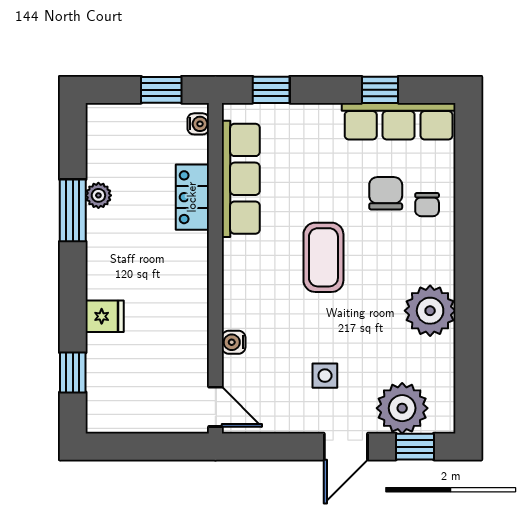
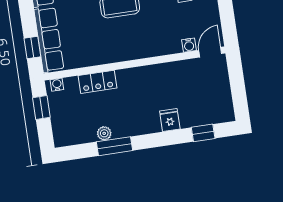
row of seats: (241, 179) -> (49, 40), moved, turned 90
water cooler: (234, 342) -> (189, 45), moved

